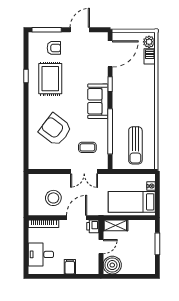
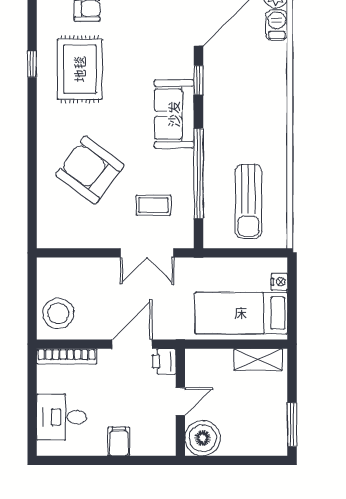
stool: (53, 198) -> (58, 313), moved
shelving: (115, 225) -> (258, 360), moved
window: (157, 244) -> (292, 425), moved

